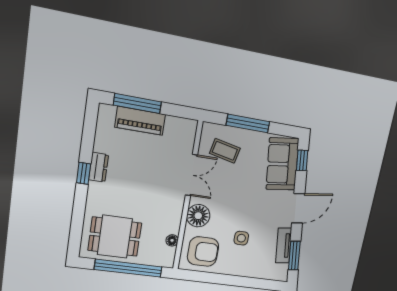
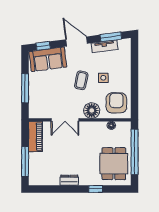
piano: (140, 121) -> (35, 137), moved
coffee table: (225, 151) -> (81, 80), moved
window: (84, 173) -> (96, 189), moved
double door: (191, 175) -> (65, 120), swing flipped

